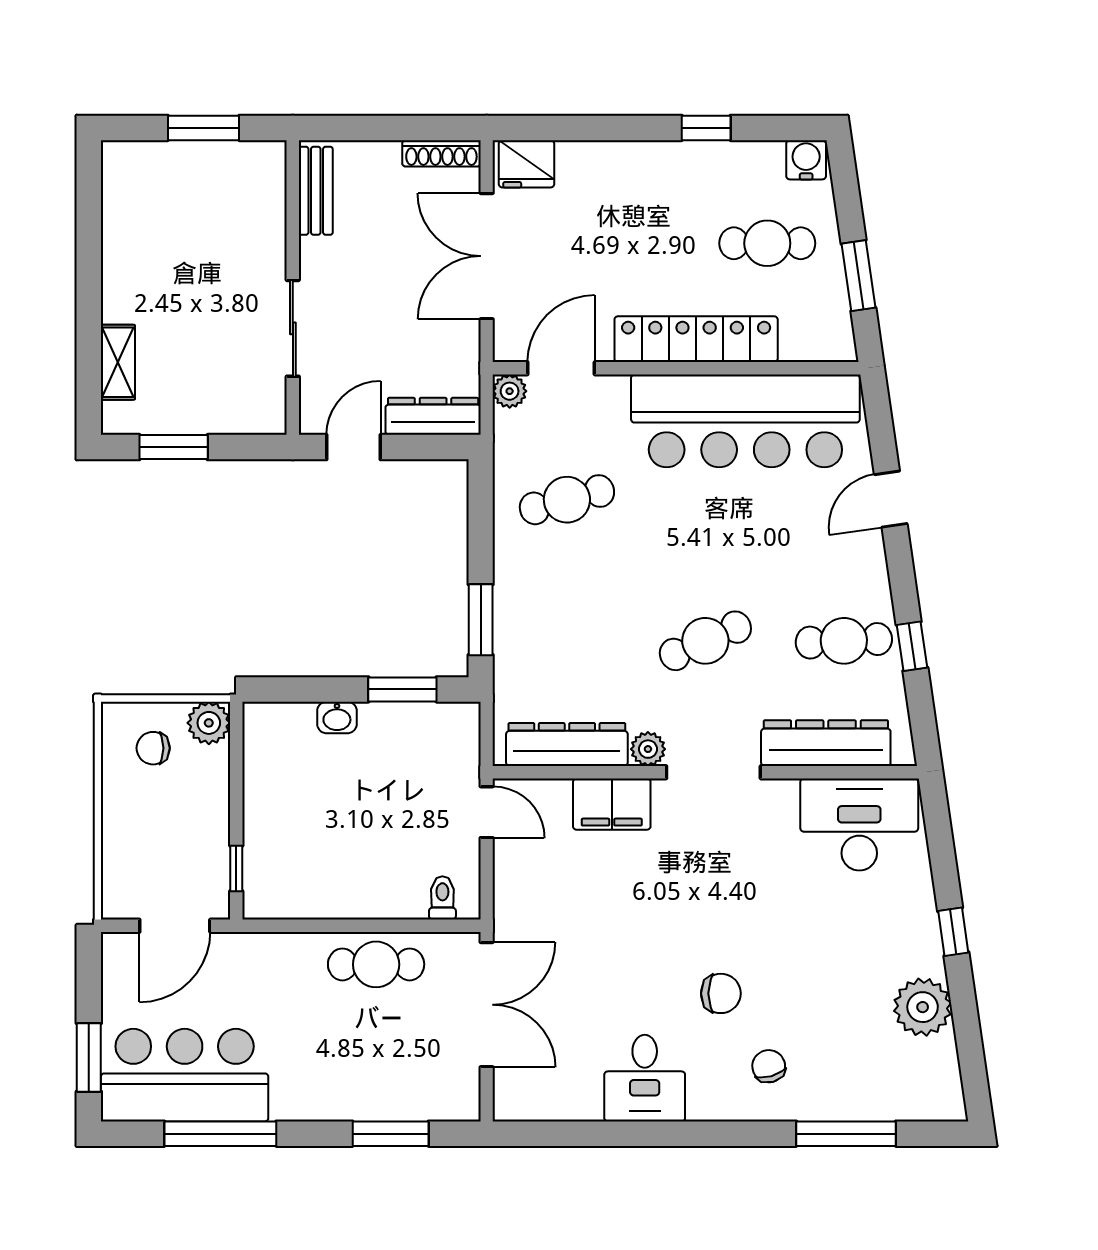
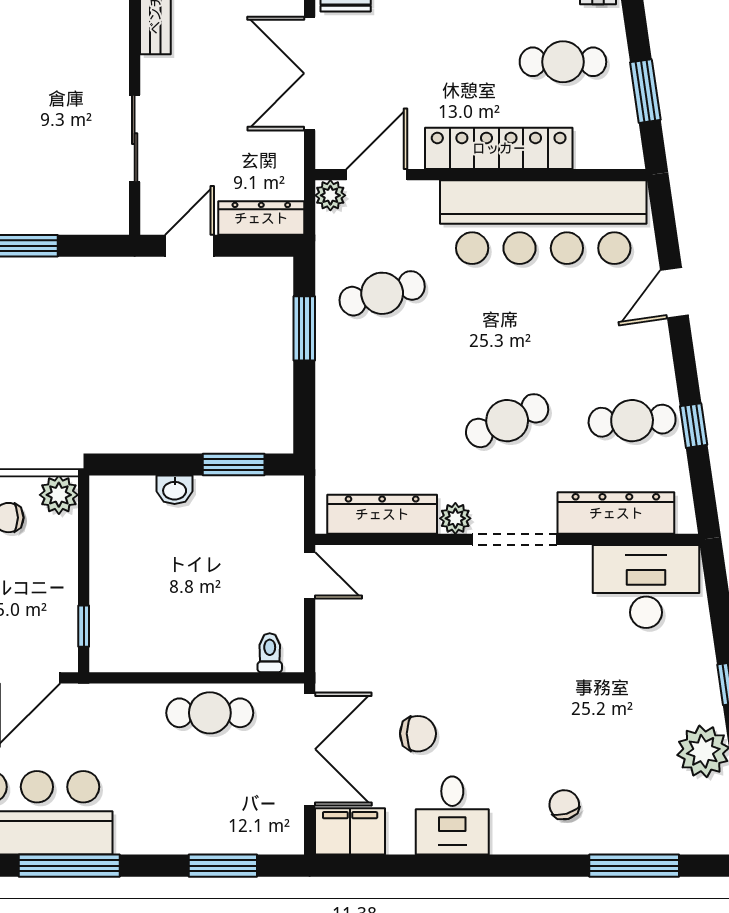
window: (481, 620) -> (304, 328), moved
filing cabinet: (612, 804) -> (350, 831), moved, turned 180
chair: (721, 993) -> (418, 734), moved

